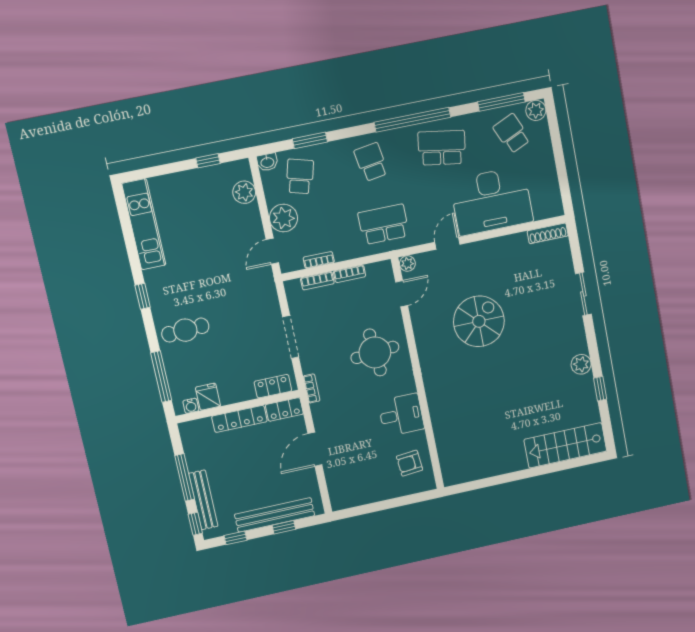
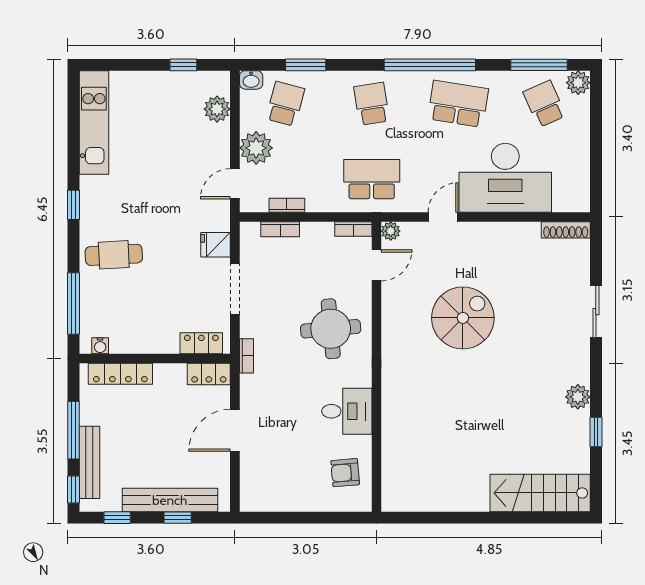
bookcase: (350, 274) -> (353, 229), moved
fridge: (208, 397) -> (216, 245), moved, turned -90
locker: (239, 419) -> (120, 374), moved

